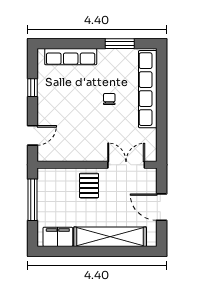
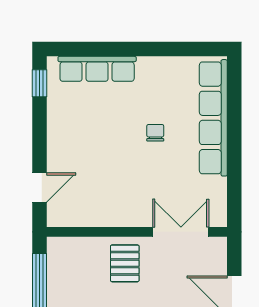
window: (120, 44) -> (171, 49), removed
window: (33, 88) -> (40, 83), moved

